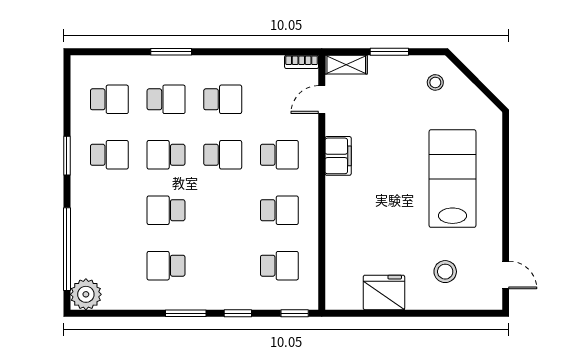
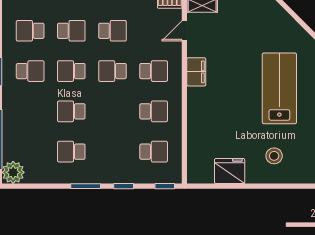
stool: (435, 82) -> (267, 19), removed
school desk: (109, 99) -> (30, 31), turned 180
school desk: (223, 155) -> (112, 71), turned 180

